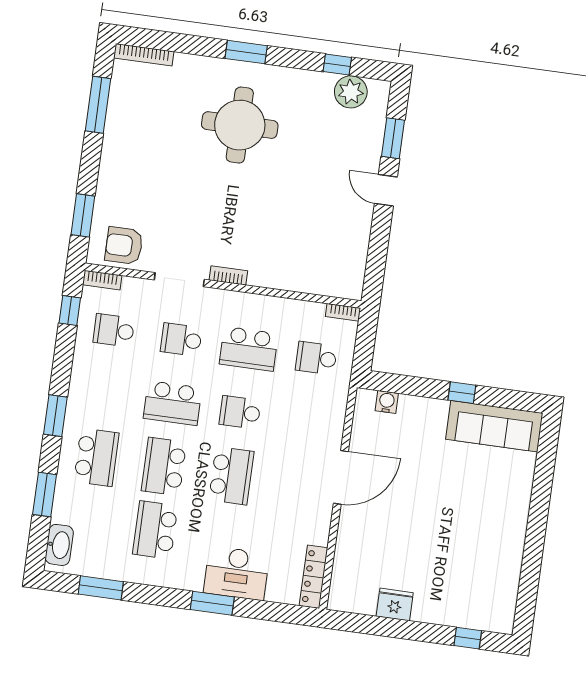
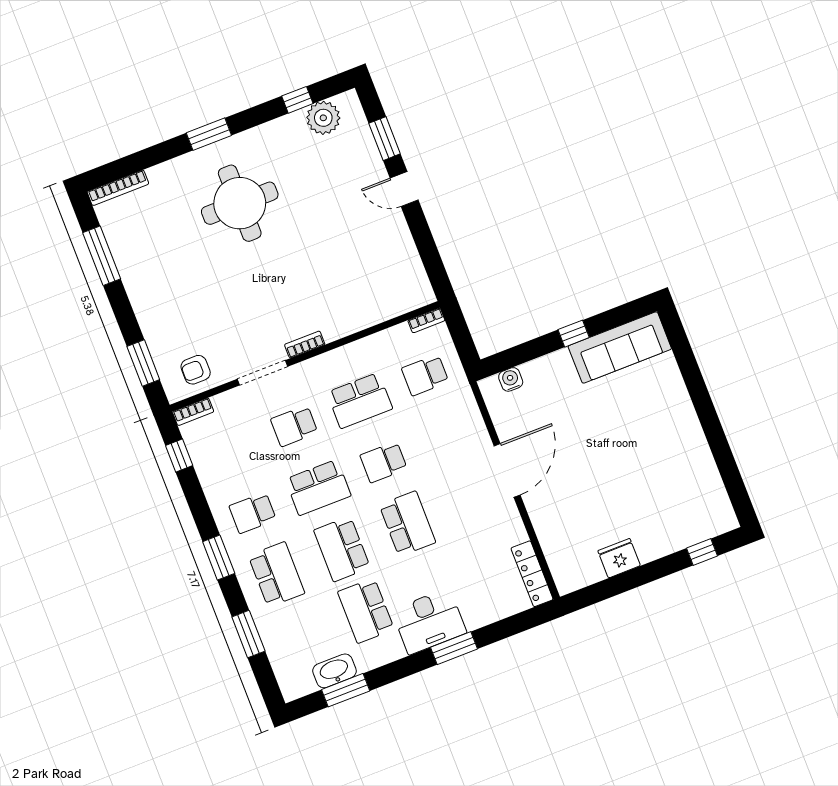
armchair: (124, 246) -> (196, 370), width x0.72, depth x0.72
school desk: (114, 330) -> (253, 513), moved
washbasin: (59, 545) -> (334, 671), moved, turned -90
desk: (237, 573) -> (429, 621), moved

